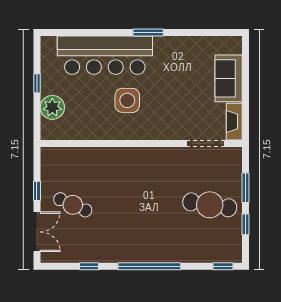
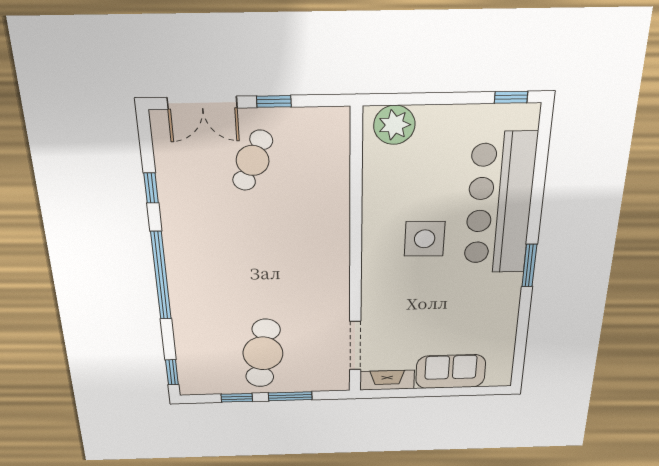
window: (37, 83) -> (511, 97), moved
plant: (52, 107) -> (394, 125), moved

